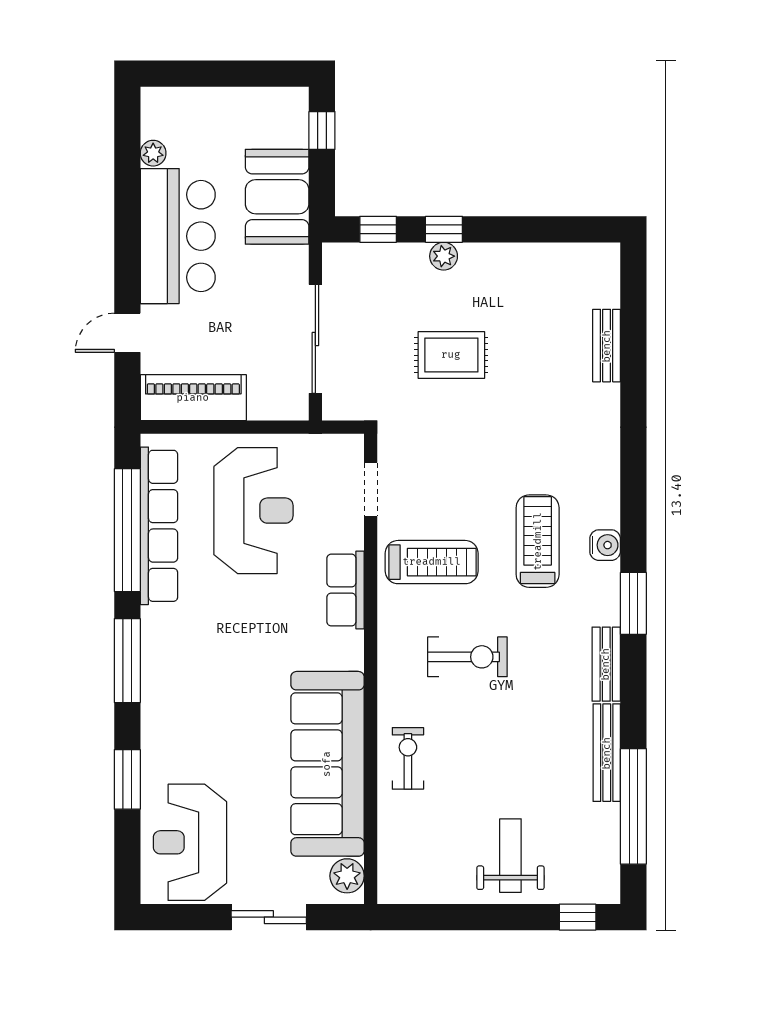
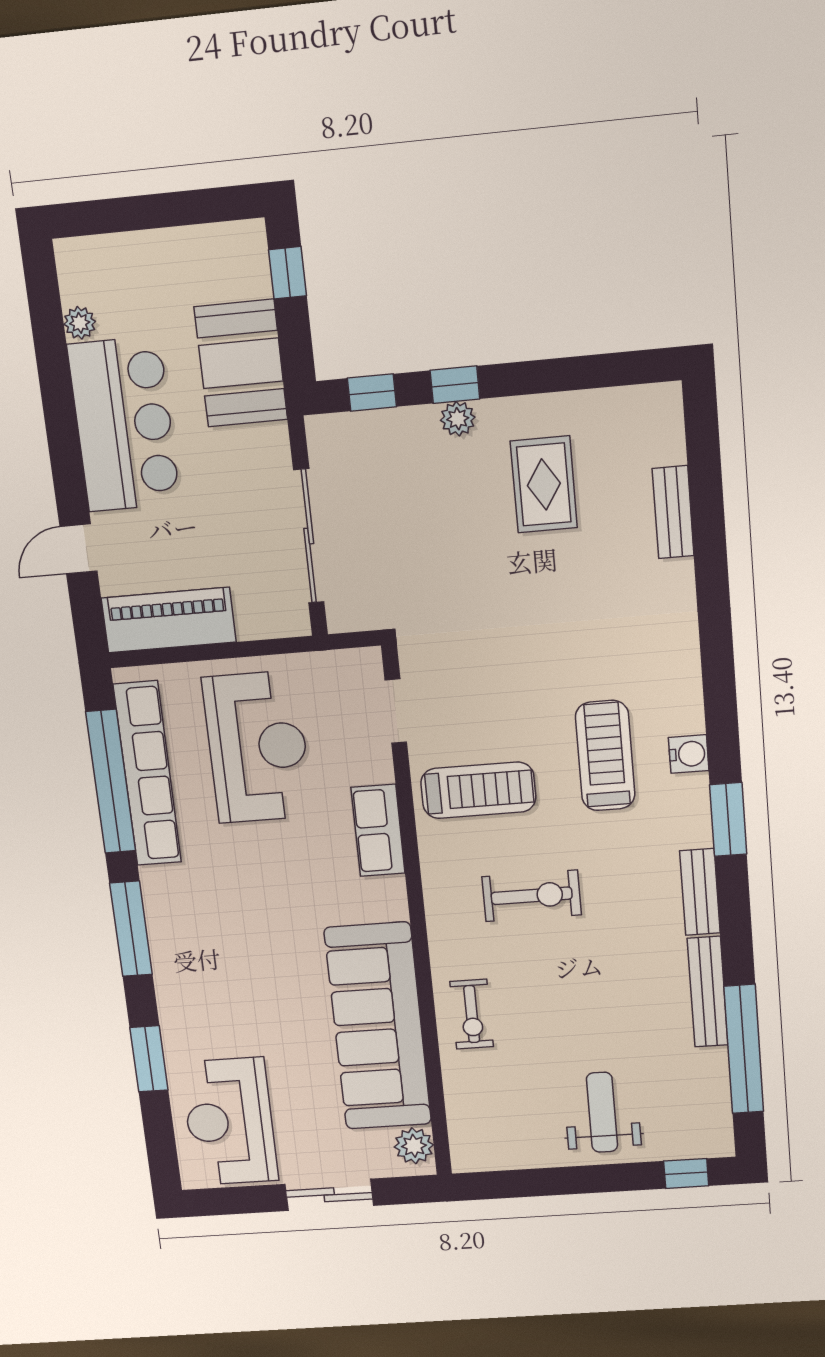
rug: (451, 355) -> (544, 484), moved, turned 90
exercise bike: (408, 758) -> (472, 1014), turned 180

